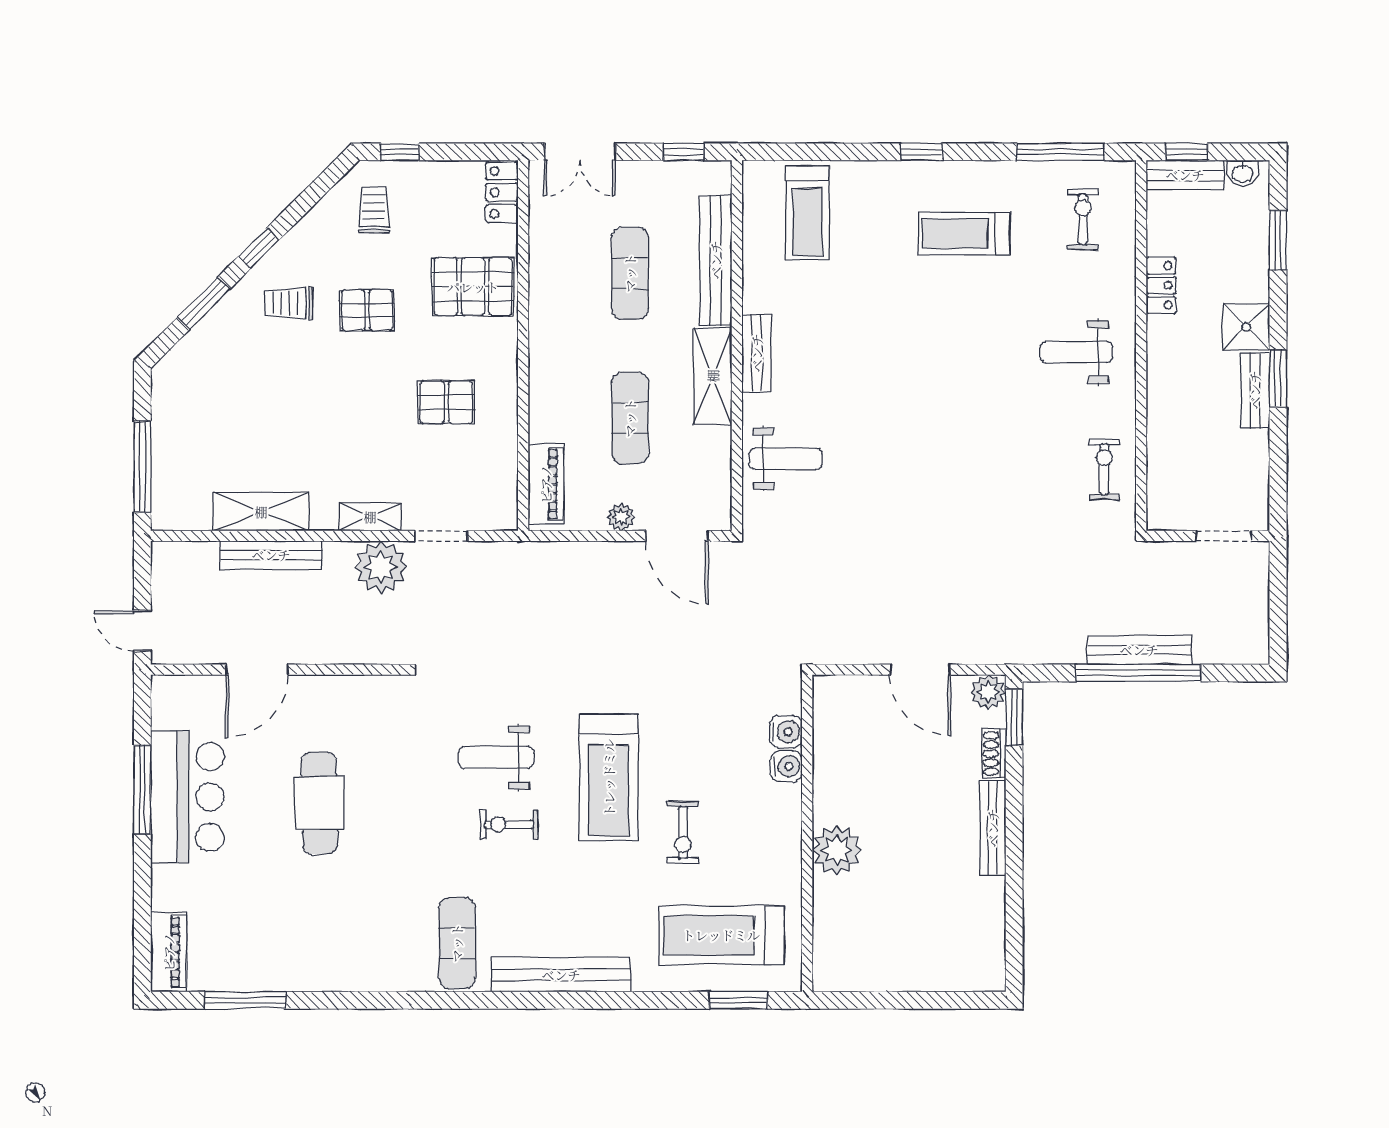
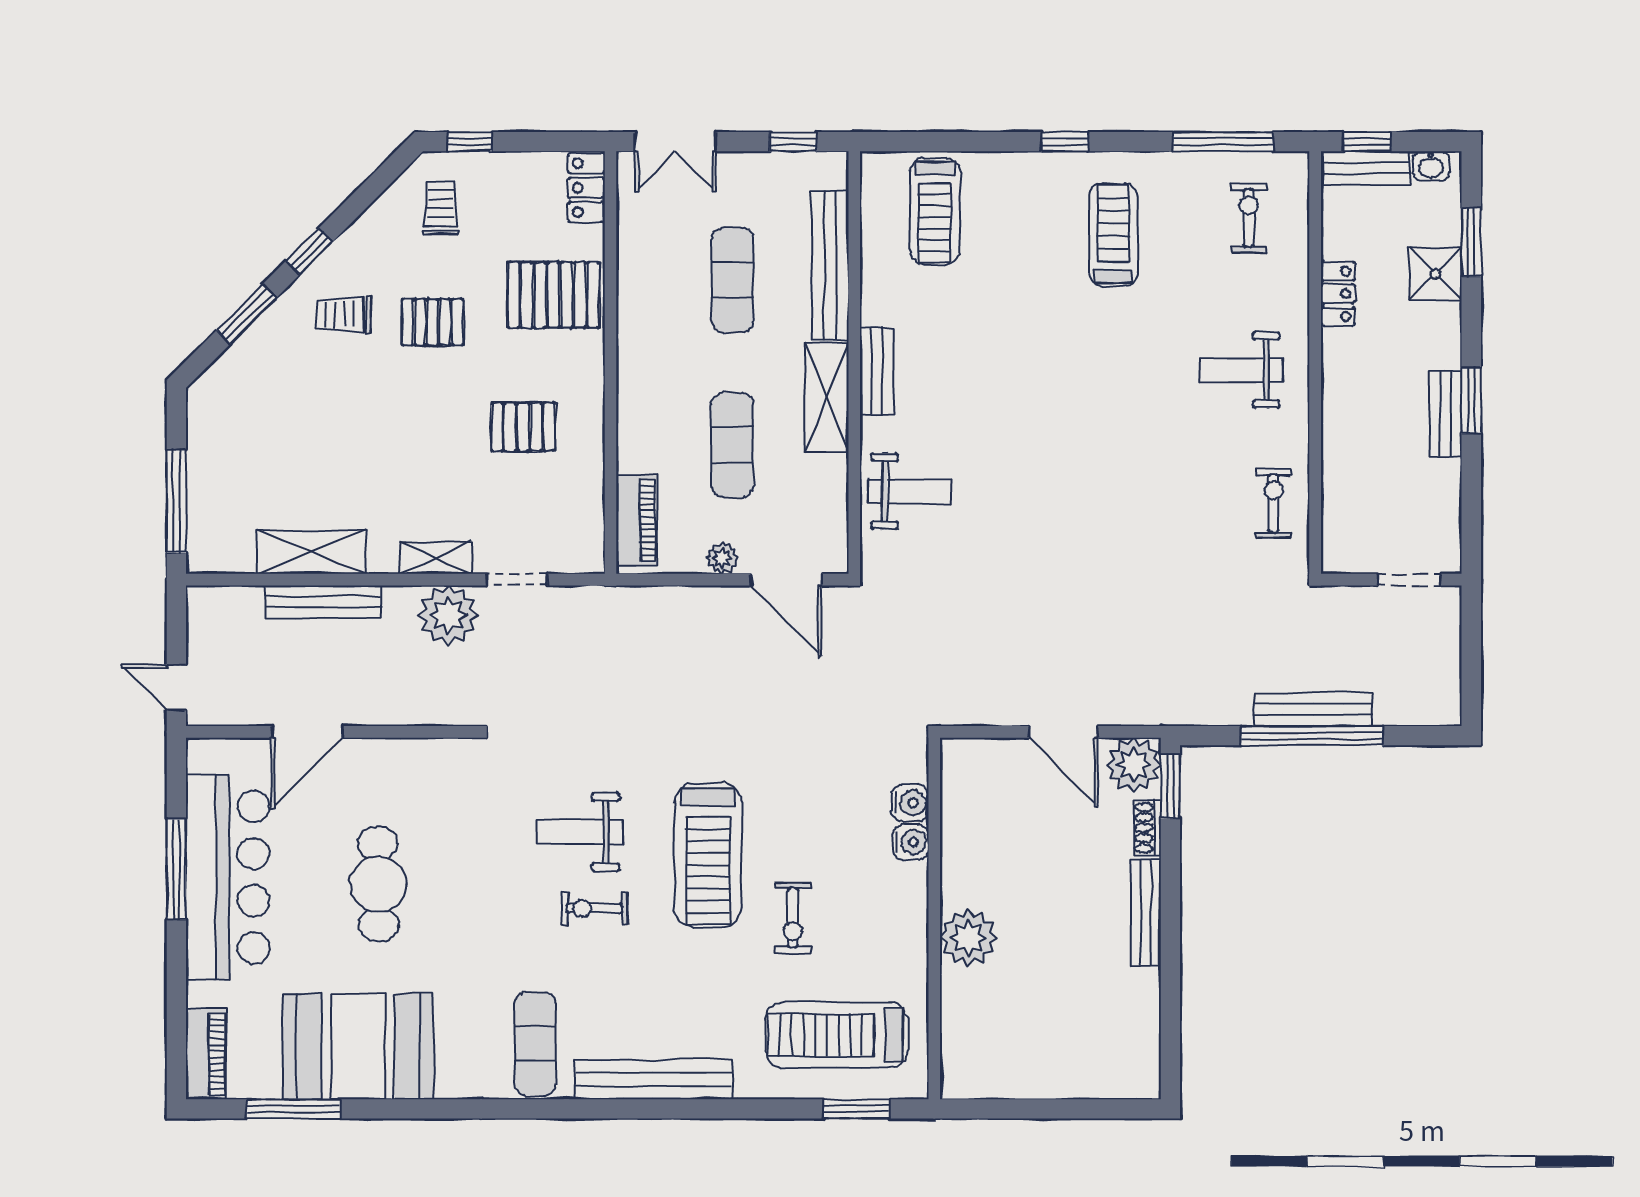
treadmill: (964, 234) -> (1113, 235), turned 90
shower: (1246, 327) -> (1435, 274), moved
plant: (988, 692) -> (1134, 765), width x1.36, depth x1.36
bar counter: (187, 797) -> (228, 877), width x1.36
booth: (302, 945) -> (358, 1046), added

